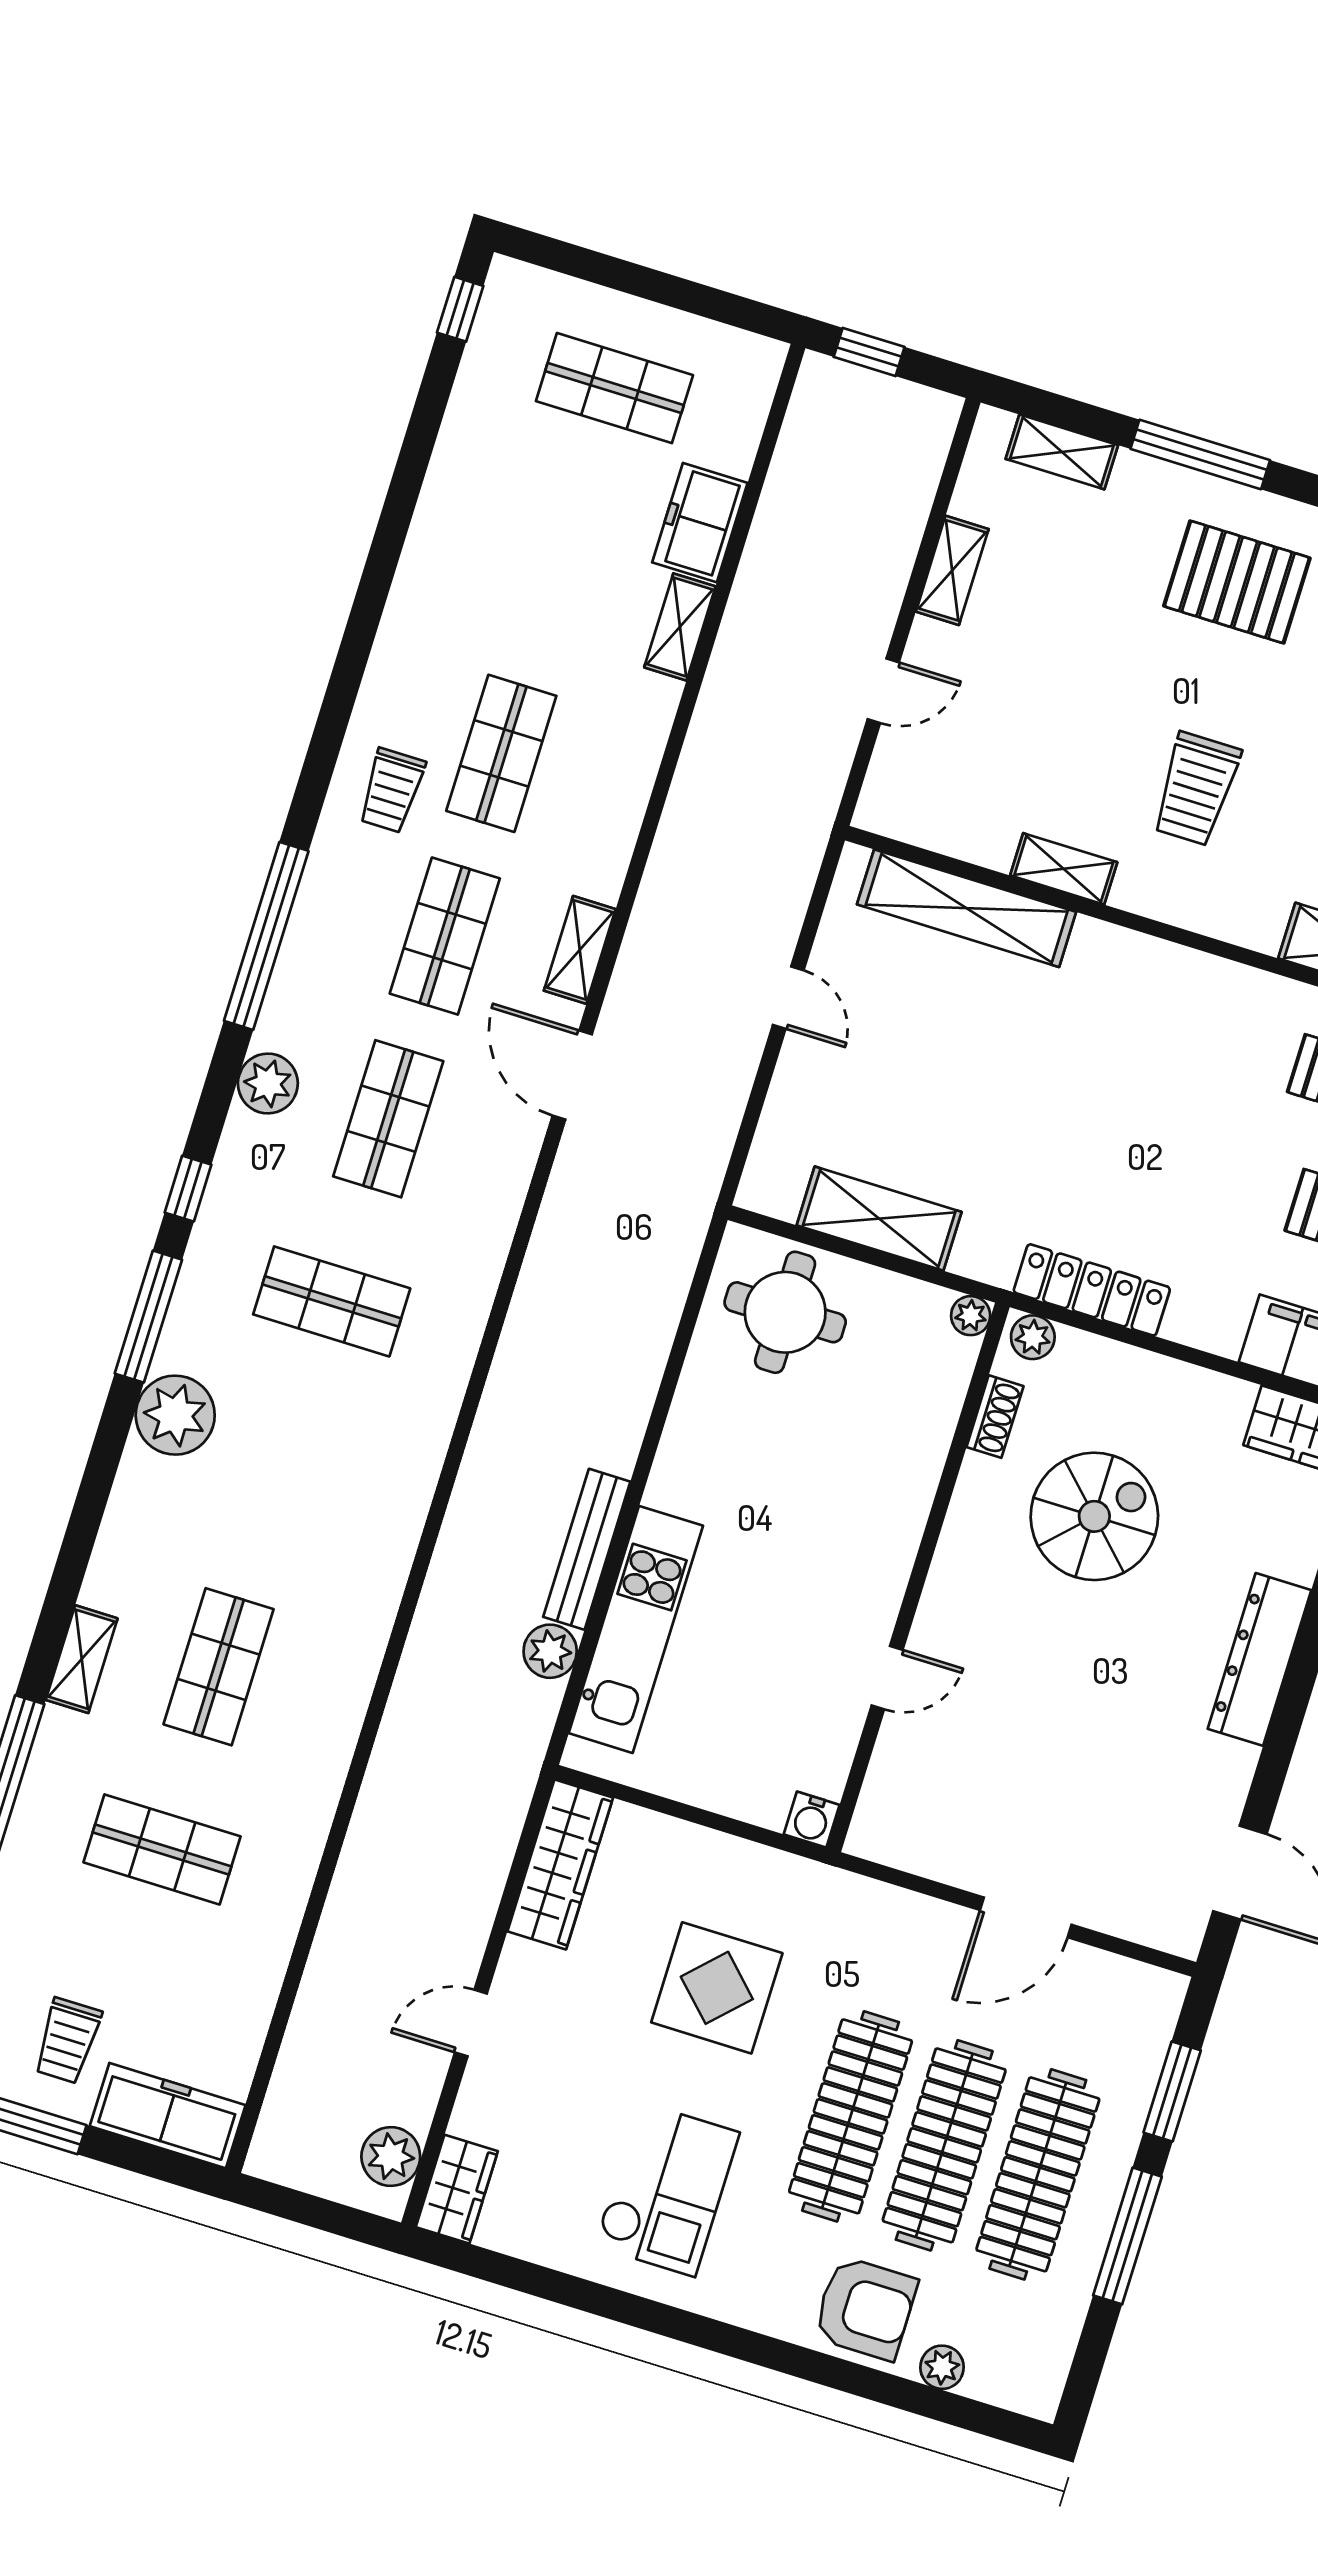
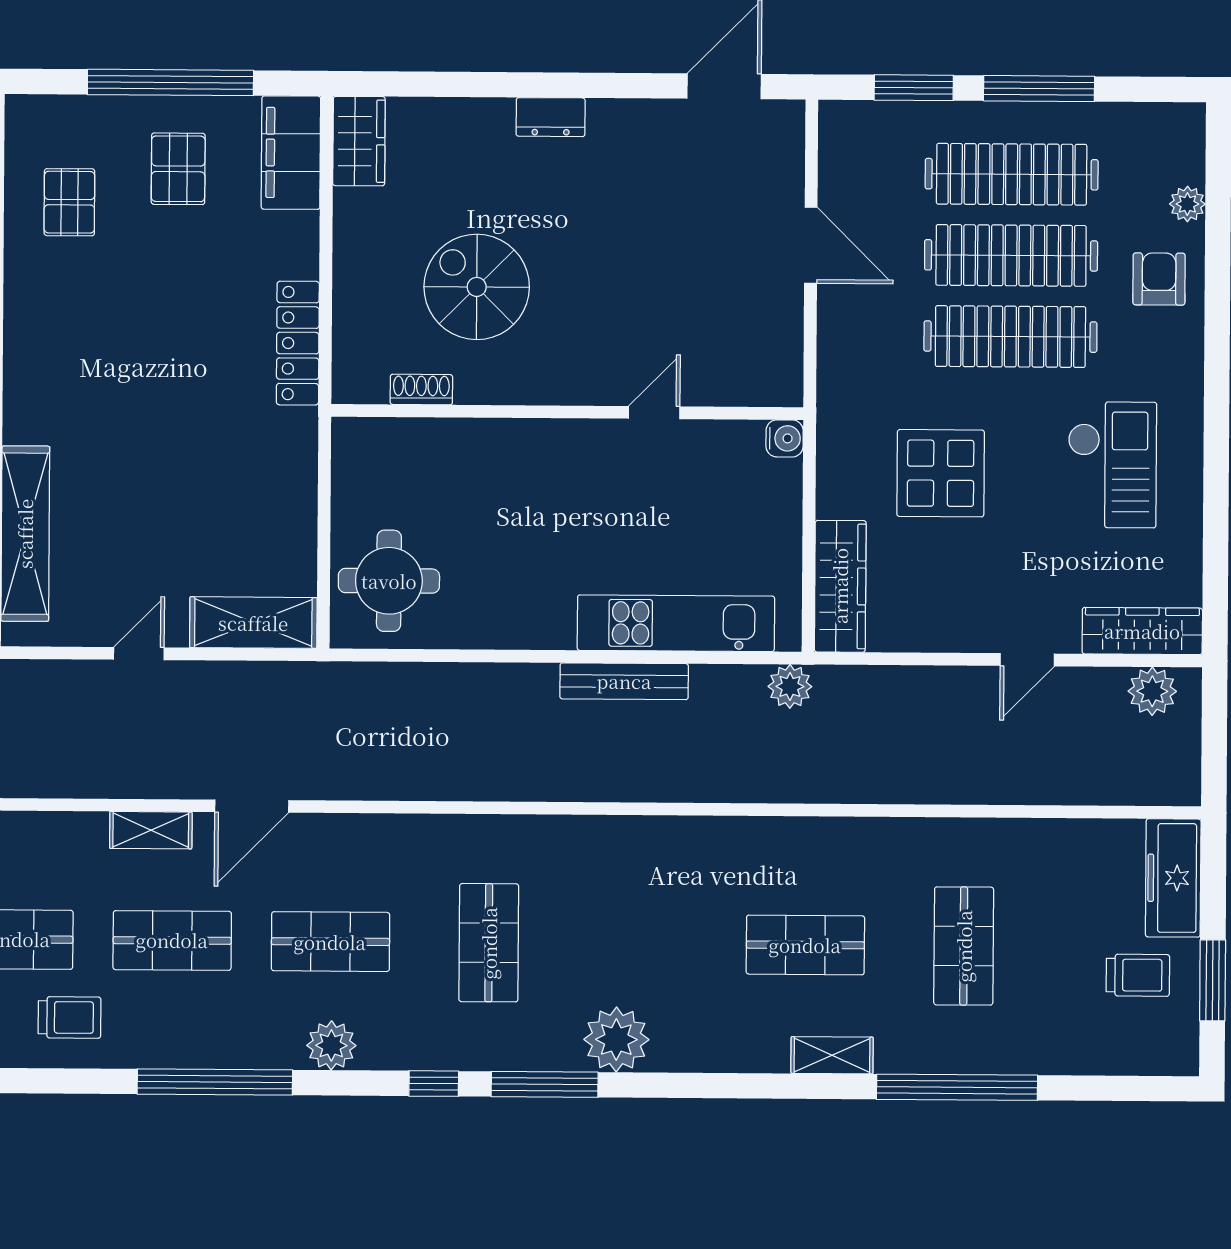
shelving: (879, 1219) -> (253, 623), moved, turned 90
plant: (971, 1316) -> (347, 433), removed
plant: (1033, 1337) -> (349, 379), removed
plant: (550, 1651) -> (790, 686), moved
dresser: (1259, 1659) -> (551, 117), width x0.51, depth x0.80
door: (887, 1678) -> (654, 413), hinge flipped
wardrobe: (560, 1864) -> (840, 586), moved, turned 90
door: (471, 2023) -> (1027, 660), hinge flipped
wardrobe: (457, 2189) -> (1142, 631), width x1.50
checkout: (667, 2189) -> (1112, 465), turned 90
armchair: (865, 2308) -> (1159, 279), width x0.72, depth x0.72

